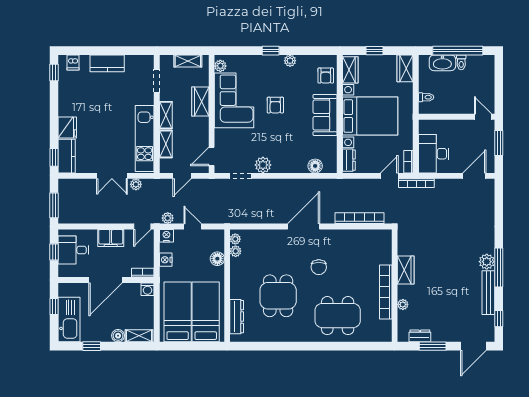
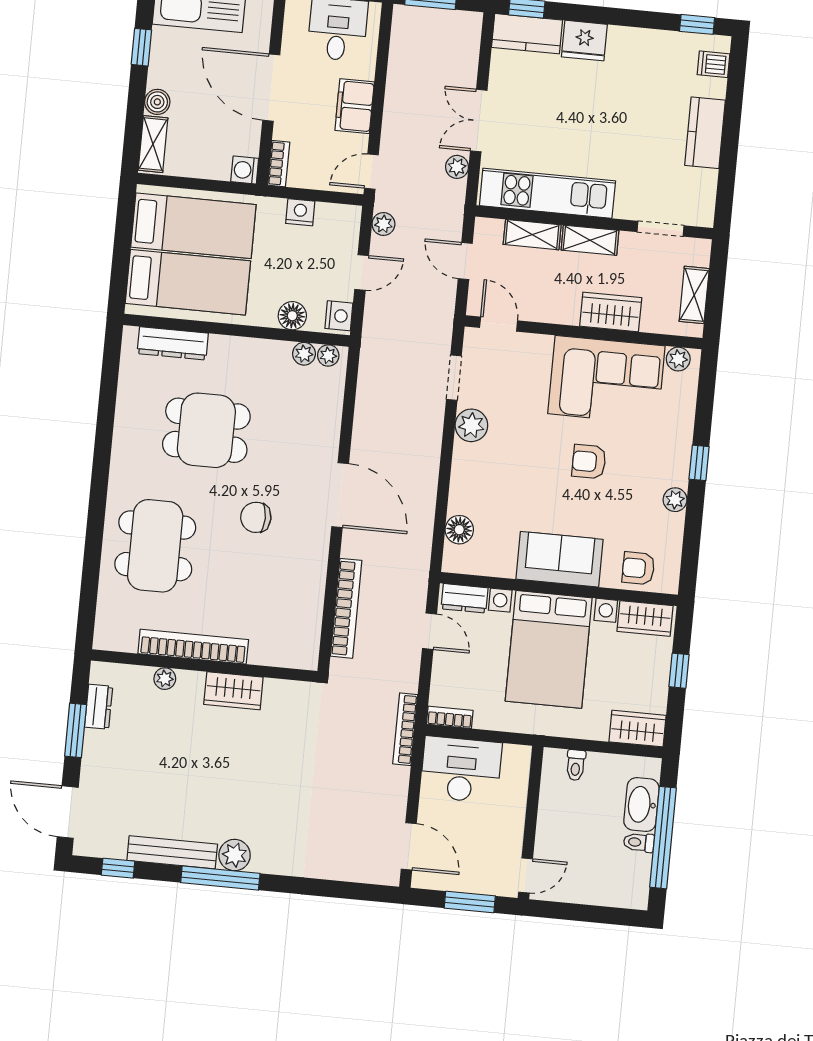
door: (389, 176) -> (430, 631), moved
door: (142, 227) -> (371, 172), hinge flipped
nightstand: (166, 236) -> (339, 316), moved

